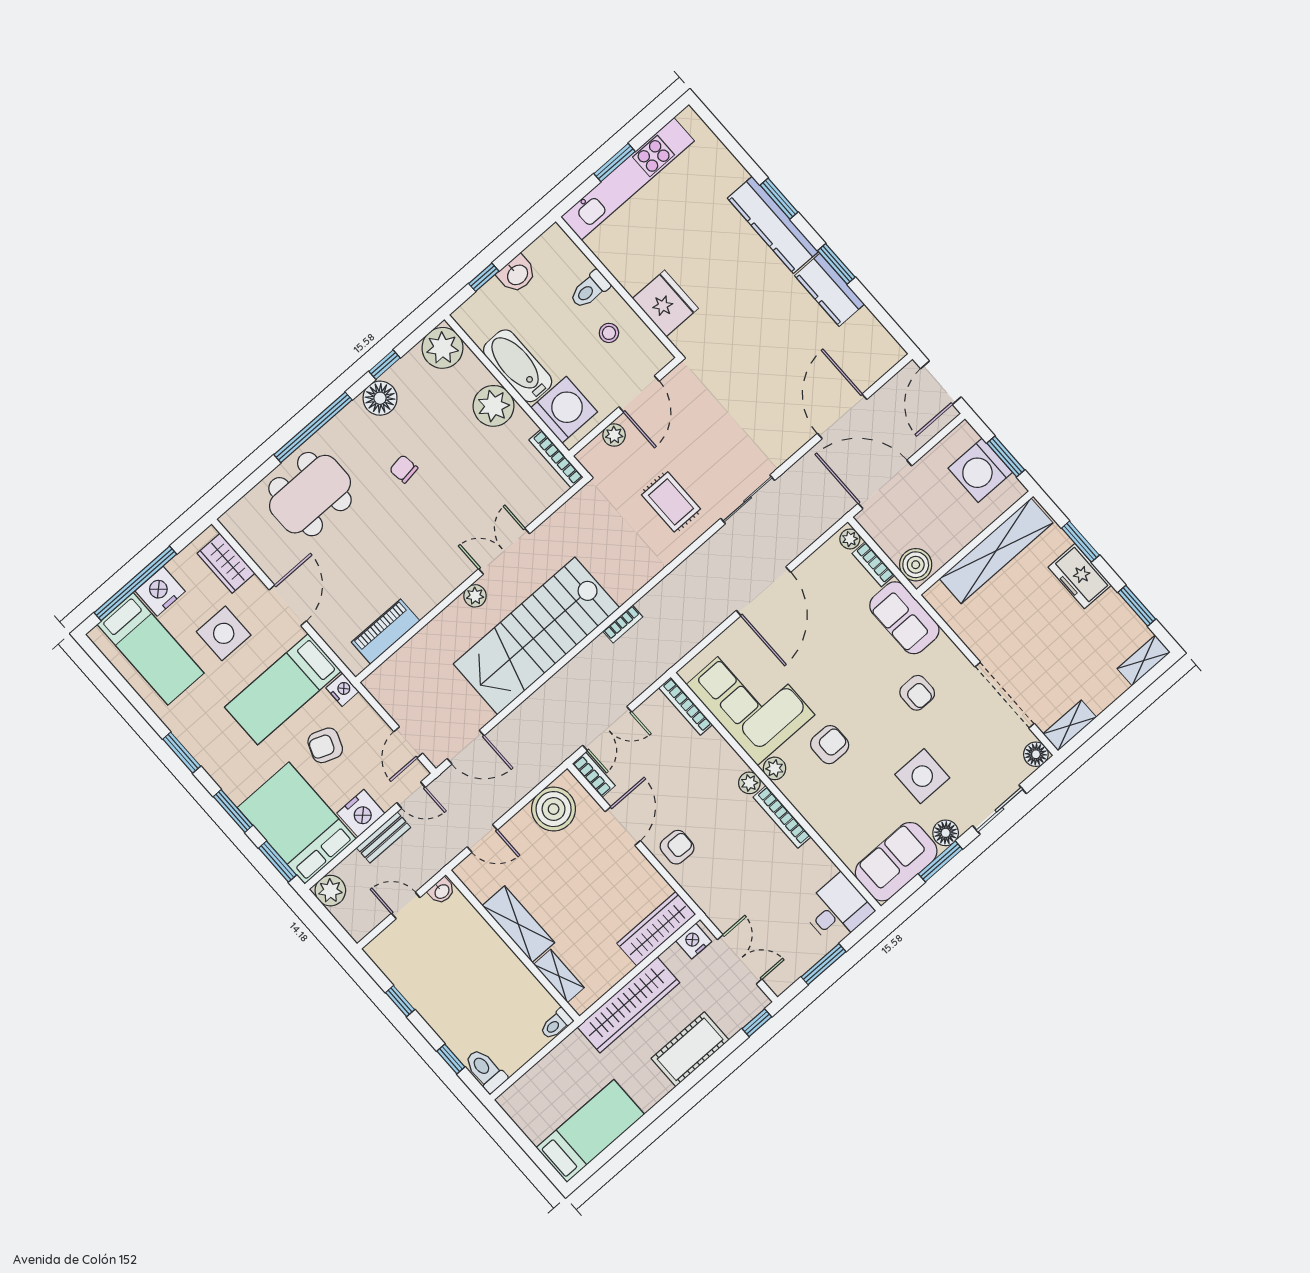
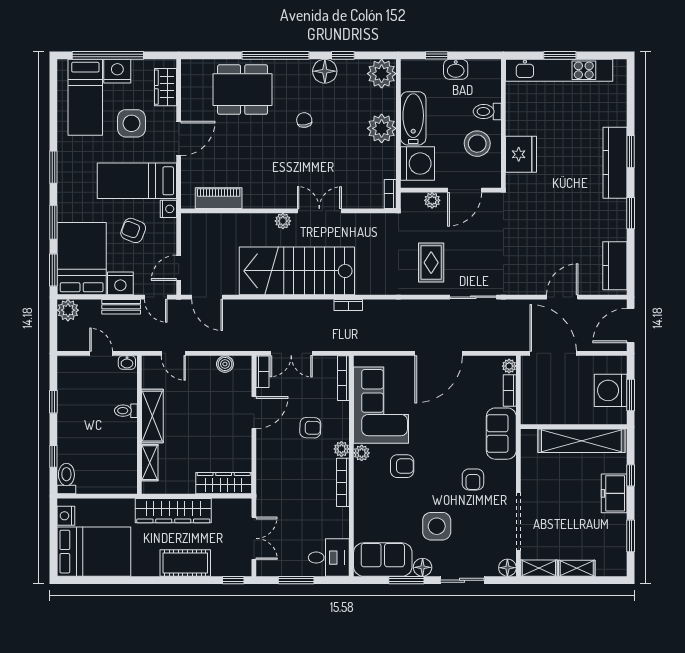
kitchen counter: (830, 290) -> (615, 266), moved
stool: (609, 333) -> (477, 144), width x1.89, depth x1.89
door: (842, 416) -> (562, 297), width x0.73
bookcase: (556, 459) -> (390, 194), width x0.64
window: (1080, 542) -> (631, 475), width x0.67
boiler: (916, 565) -> (532, 411), removed
shelving: (1144, 660) -> (577, 568), moved
boiler: (554, 809) -> (225, 364), width x0.54, depth x0.54
armchair: (677, 847) -> (310, 428), moved
nightstand: (694, 941) -> (66, 516), moved, turned -90
toilet: (556, 1024) -> (126, 411), moved
bed: (590, 1131) -> (94, 552), width x1.50

